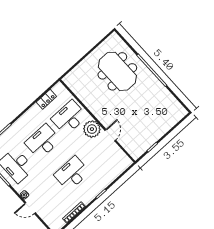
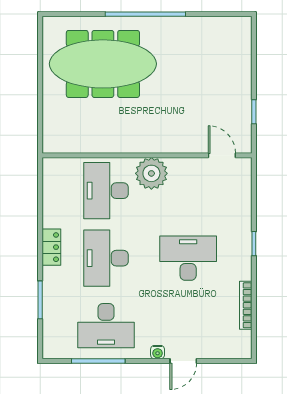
meeting table: (117, 71) -> (103, 64), width x1.36
locker: (46, 99) -> (51, 247), moved
door: (110, 135) -> (222, 155), moved
desk: (72, 173) -> (188, 258), turned 90

